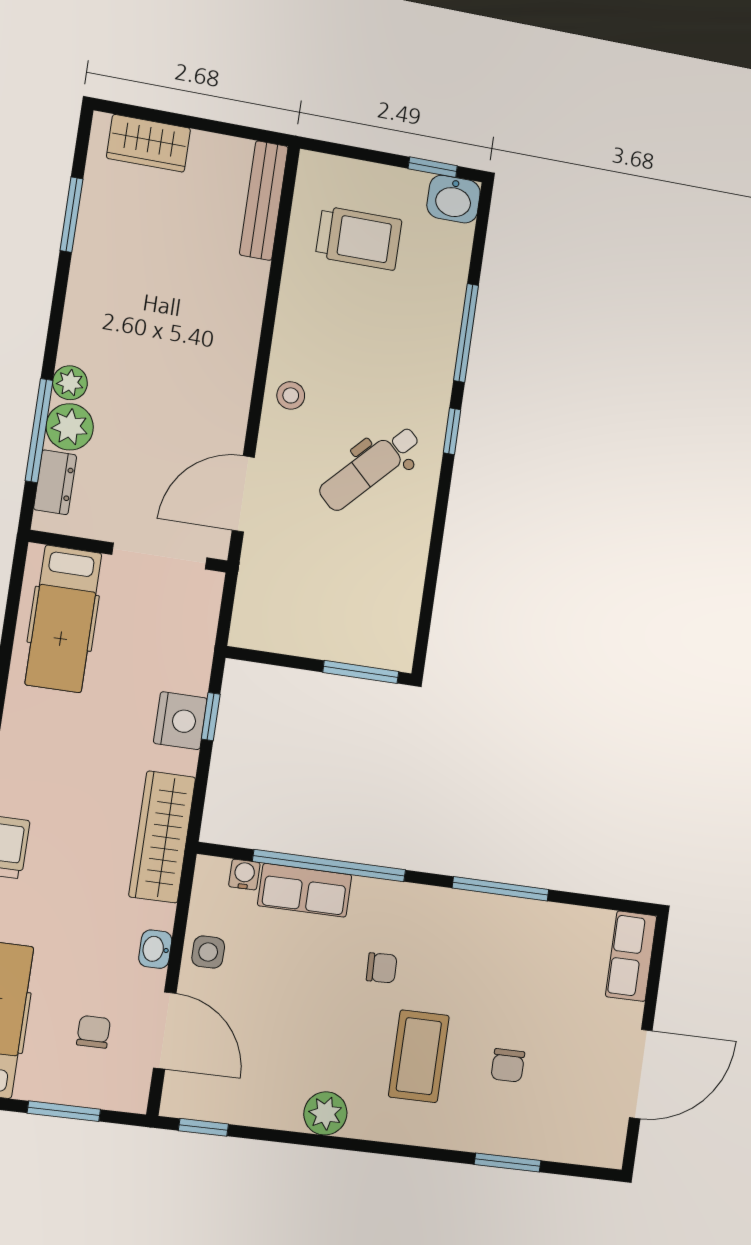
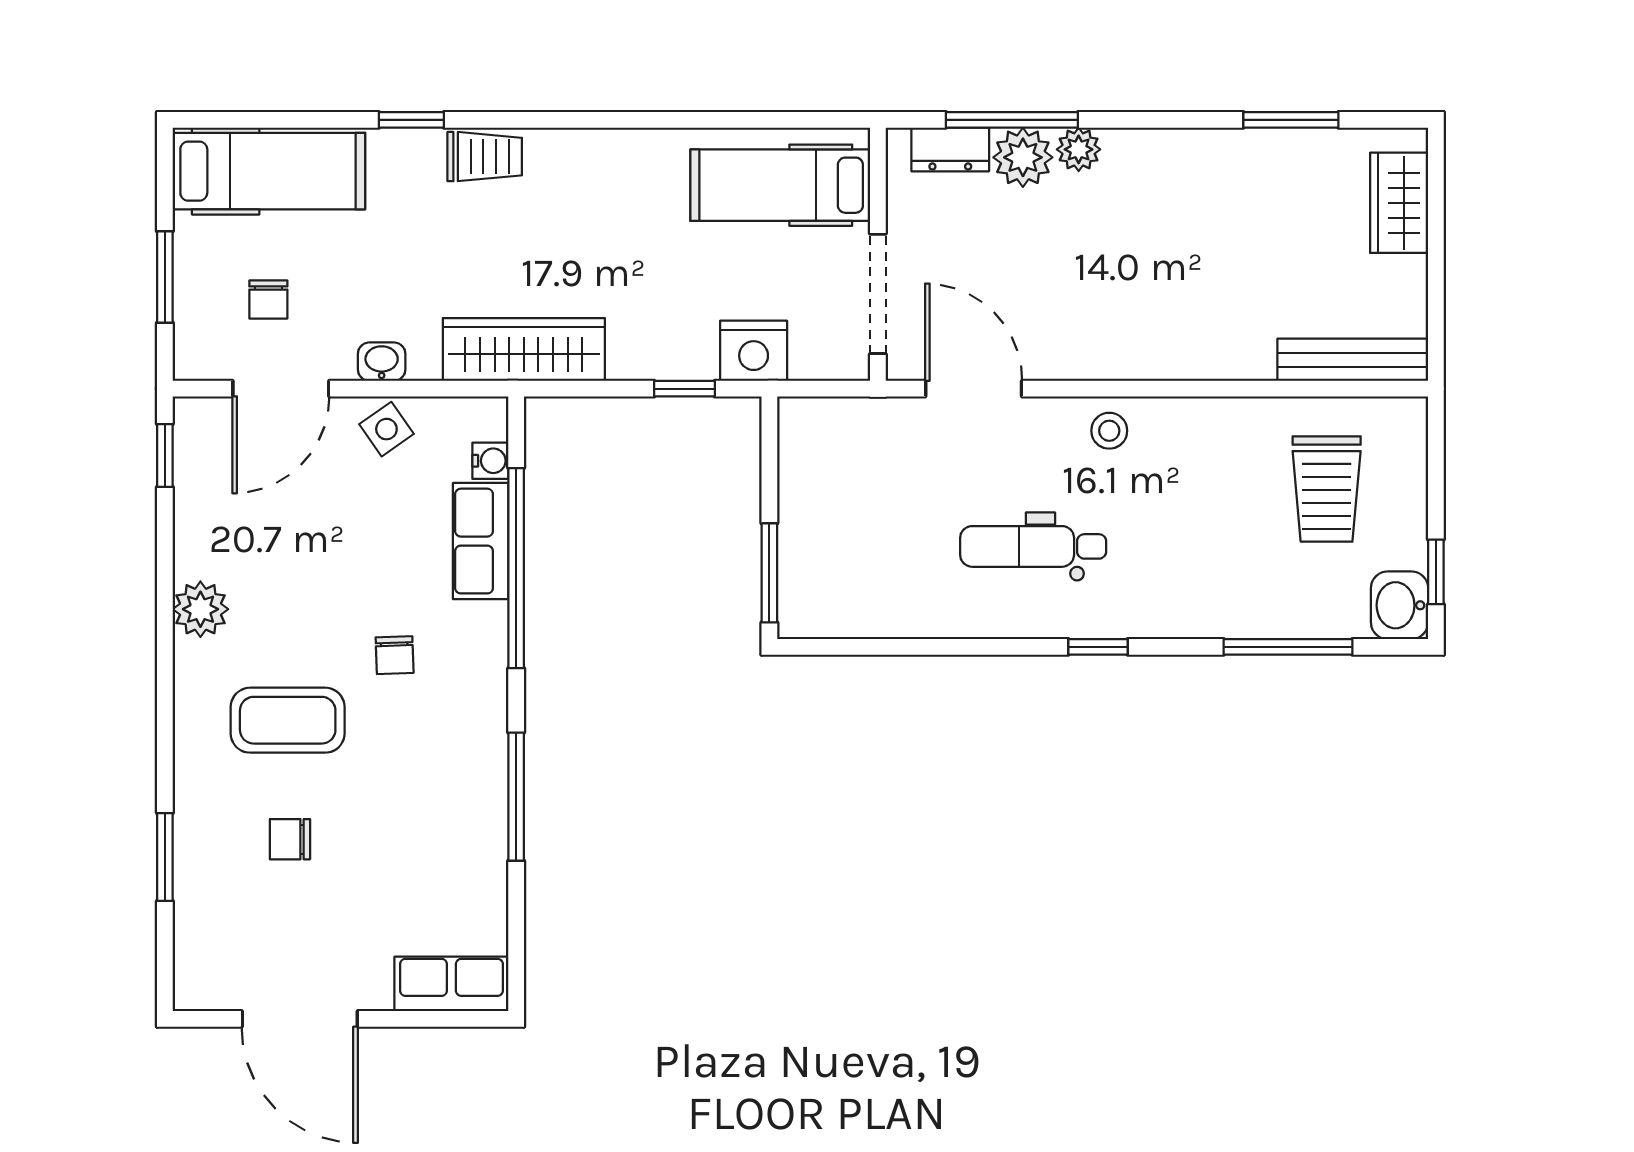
window: (466, 333) -> (1288, 647), moved
dental chair: (370, 468) -> (1033, 546), turned -44
nightstand: (180, 721) -> (754, 351), moved
side table: (208, 952) -> (386, 429), turned -35
chair: (94, 1032) -> (268, 299), turned 90

